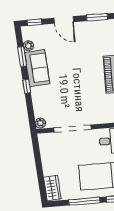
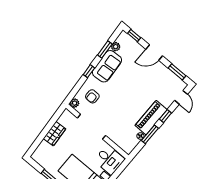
door: (64, 20) -> (154, 52), hinge flipped
armchair: (49, 104) -> (92, 96), added
wardrobe: (52, 188) -> (54, 134), moved

